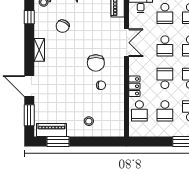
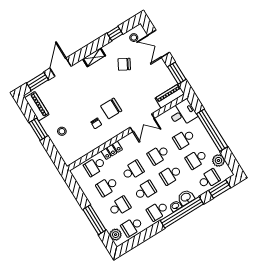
window: (58, 141) -> (38, 129), moved

